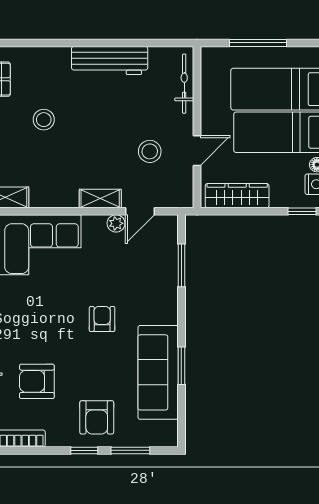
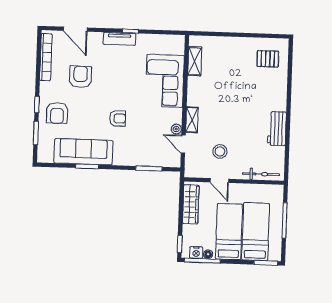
workbench: (110, 61) -> (277, 129), width x0.73
stool: (44, 120) -> (242, 87), removed
armchair: (97, 417) -> (57, 113), turned -90

